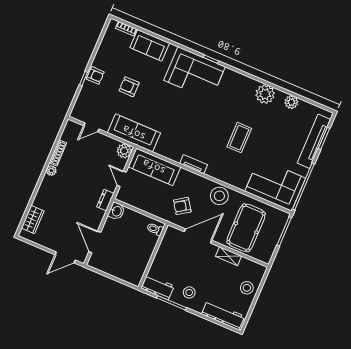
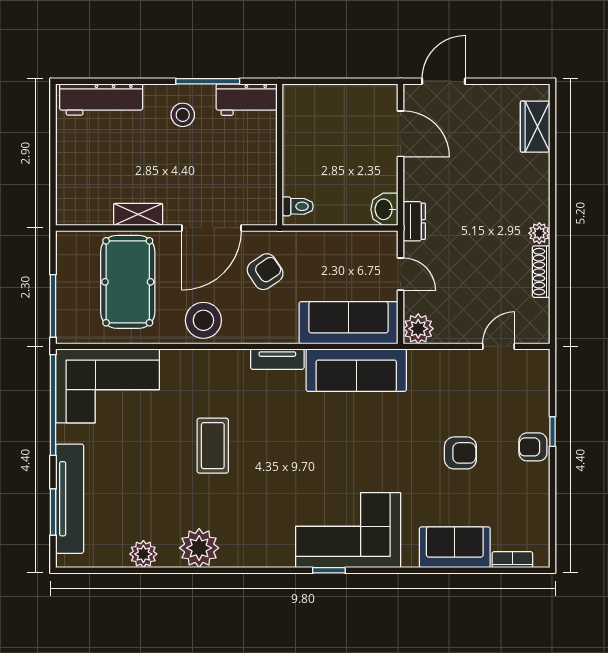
sofa: (134, 133) -> (356, 370), moved
stool: (247, 288) -> (78, 170), removed

